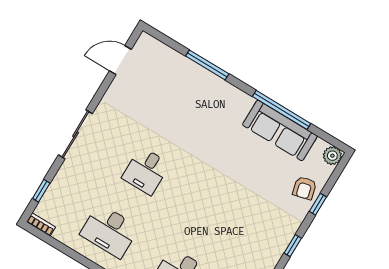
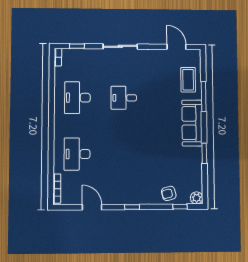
coffee table: (173, 72) -> (188, 80), added
window: (282, 110) -> (204, 153), width x0.47
sofa: (280, 130) -> (192, 123), moved
window: (318, 204) -> (180, 207), moved

